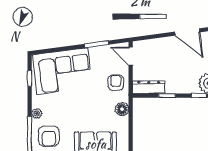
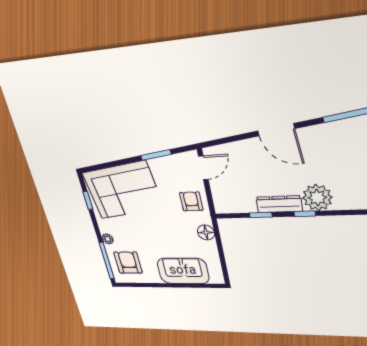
door: (131, 56) -> (203, 168), swing flipped
dresser: (149, 87) -> (279, 204), moved
armchair: (49, 136) -> (128, 263), turned 180

